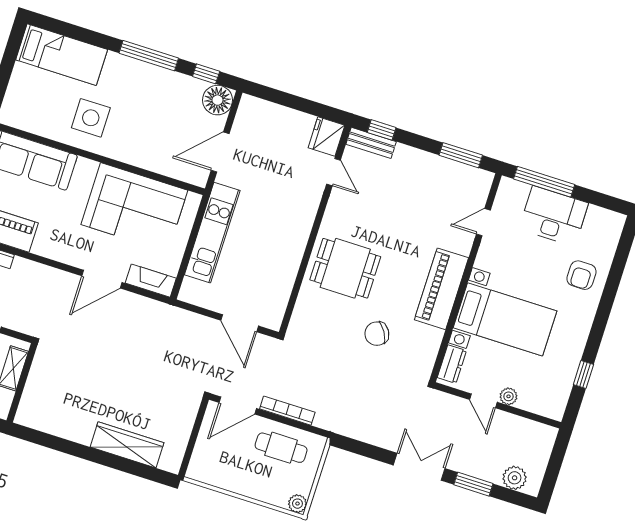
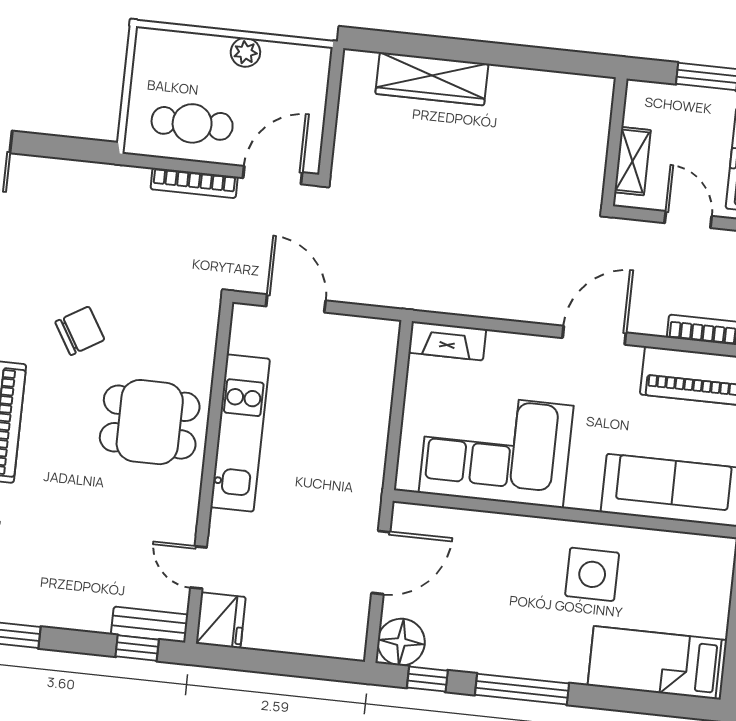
kitchen unit: (212, 233) -> (240, 433), moved, turned 180
door: (102, 279) -> (594, 335), moved
plant: (297, 504) -> (245, 52), moved

